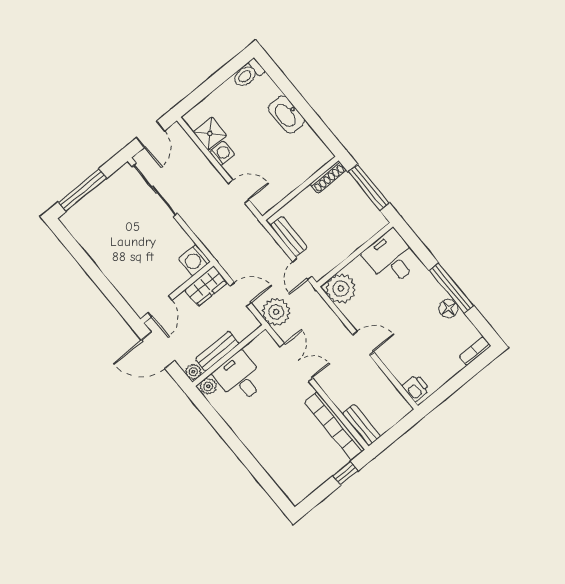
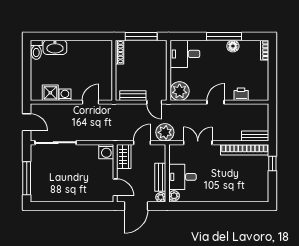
washbasin: (286, 114) -> (55, 47), moved
printer: (416, 388) -> (241, 94), moved

